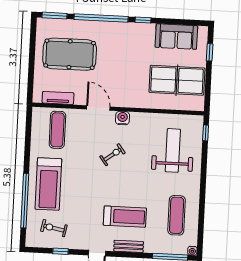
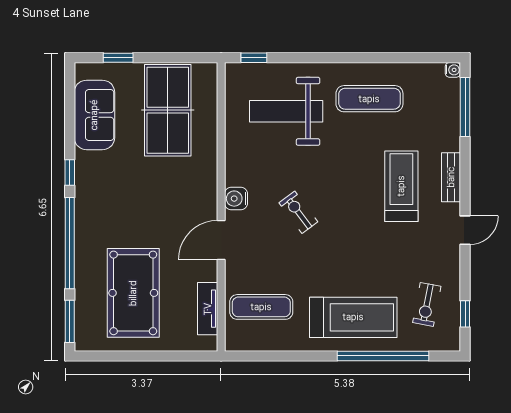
exercise mat: (177, 215) -> (369, 99), moved
window: (60, 251) -> (465, 314), moved

